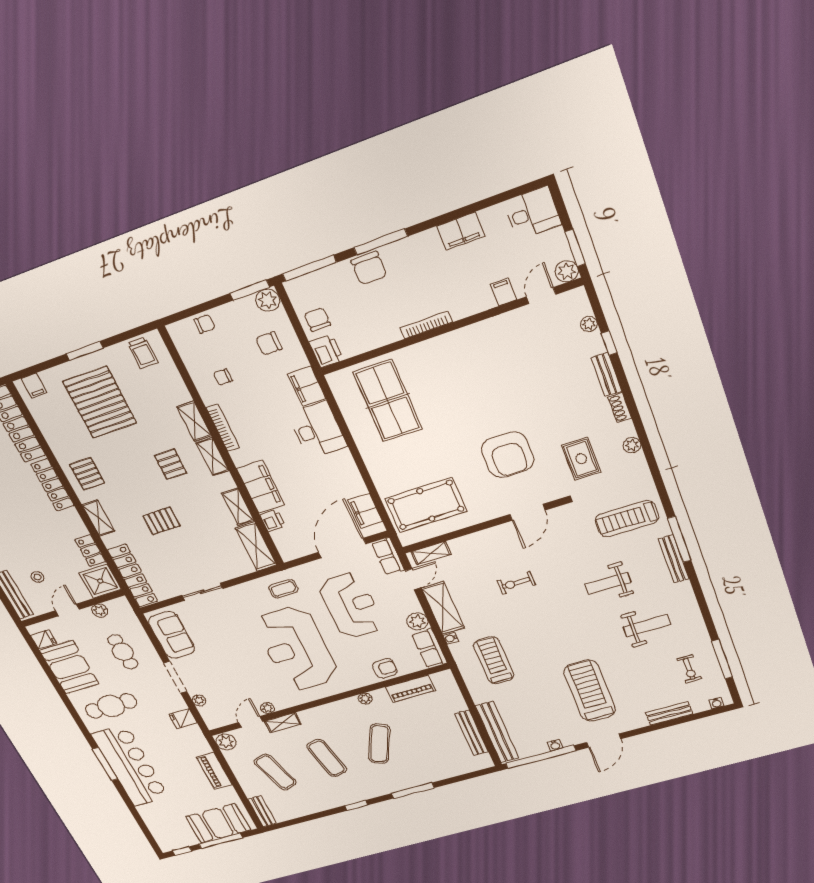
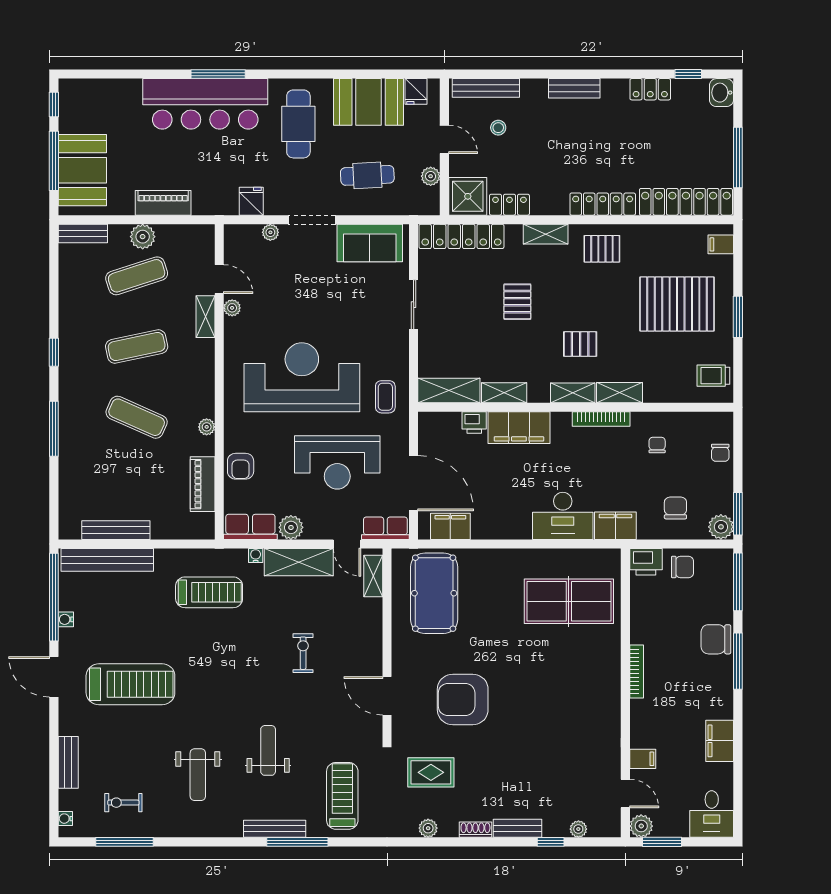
plant: (226, 742) -> (143, 237), moved

